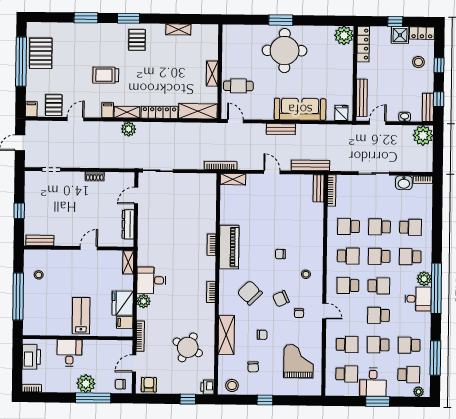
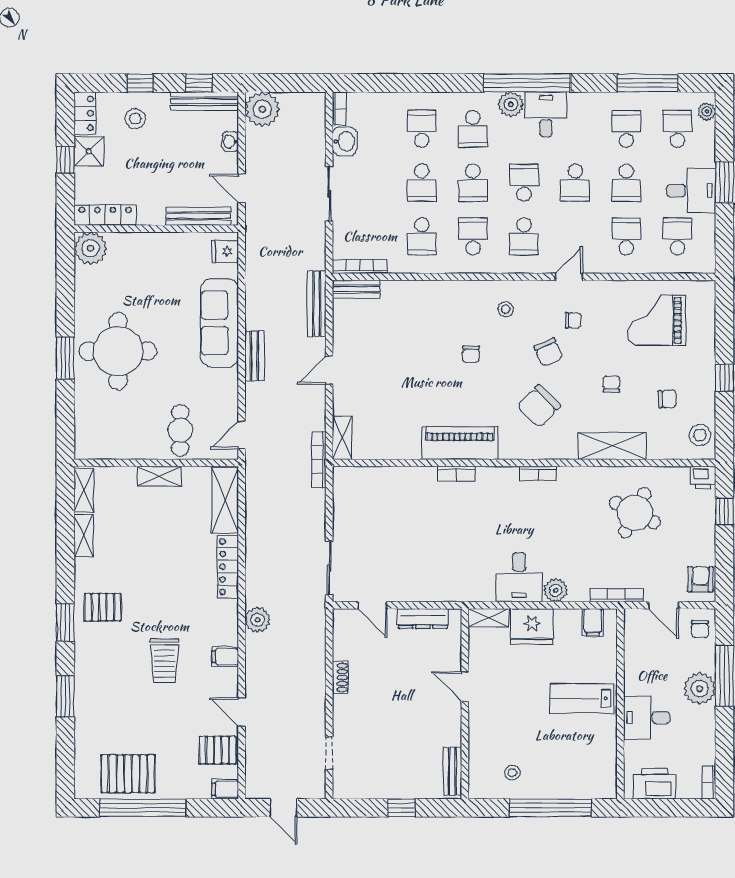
bench: (428, 107) -> (205, 101), width x1.36
shelving: (127, 112) -> (84, 490), moved
fridge: (123, 303) -> (532, 627), moved
school desk: (409, 345) -> (626, 129), turned 180
armchair: (149, 385) -> (700, 579), turned 91

